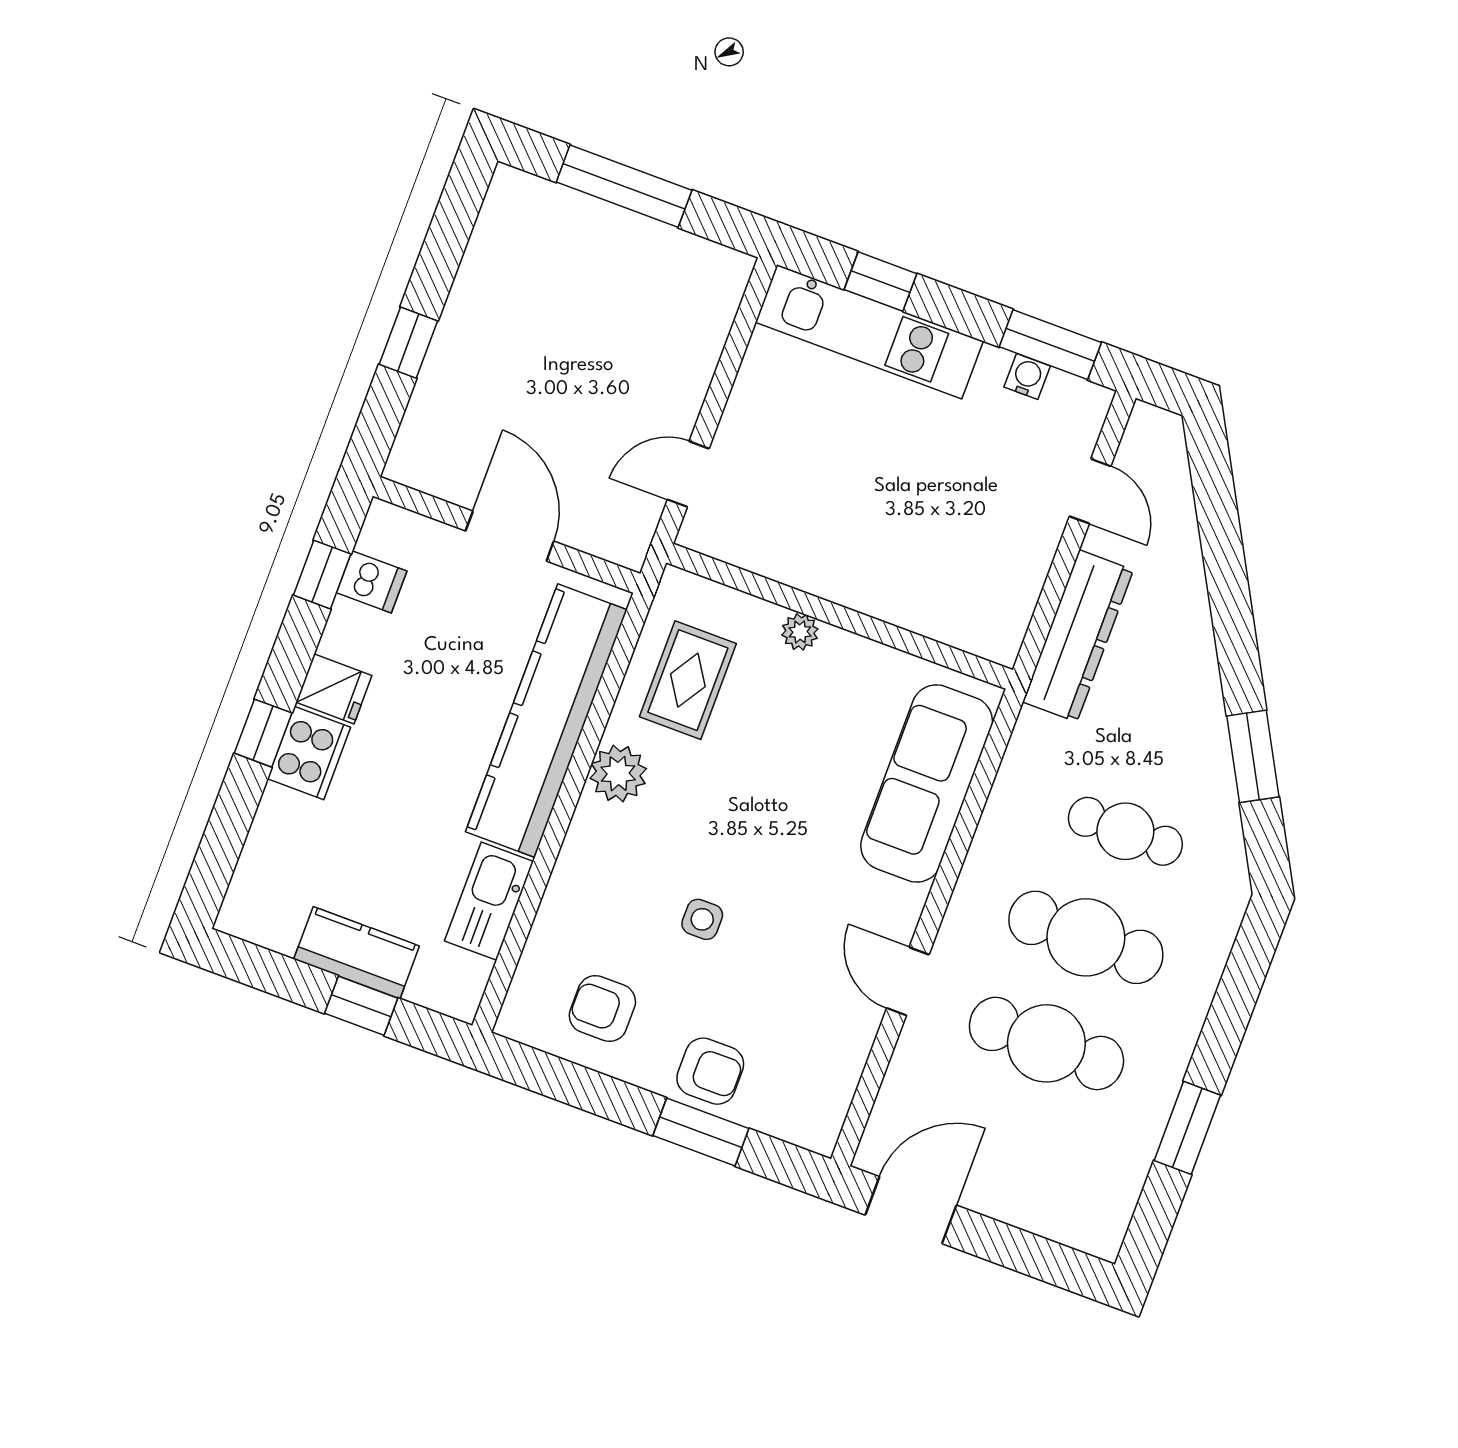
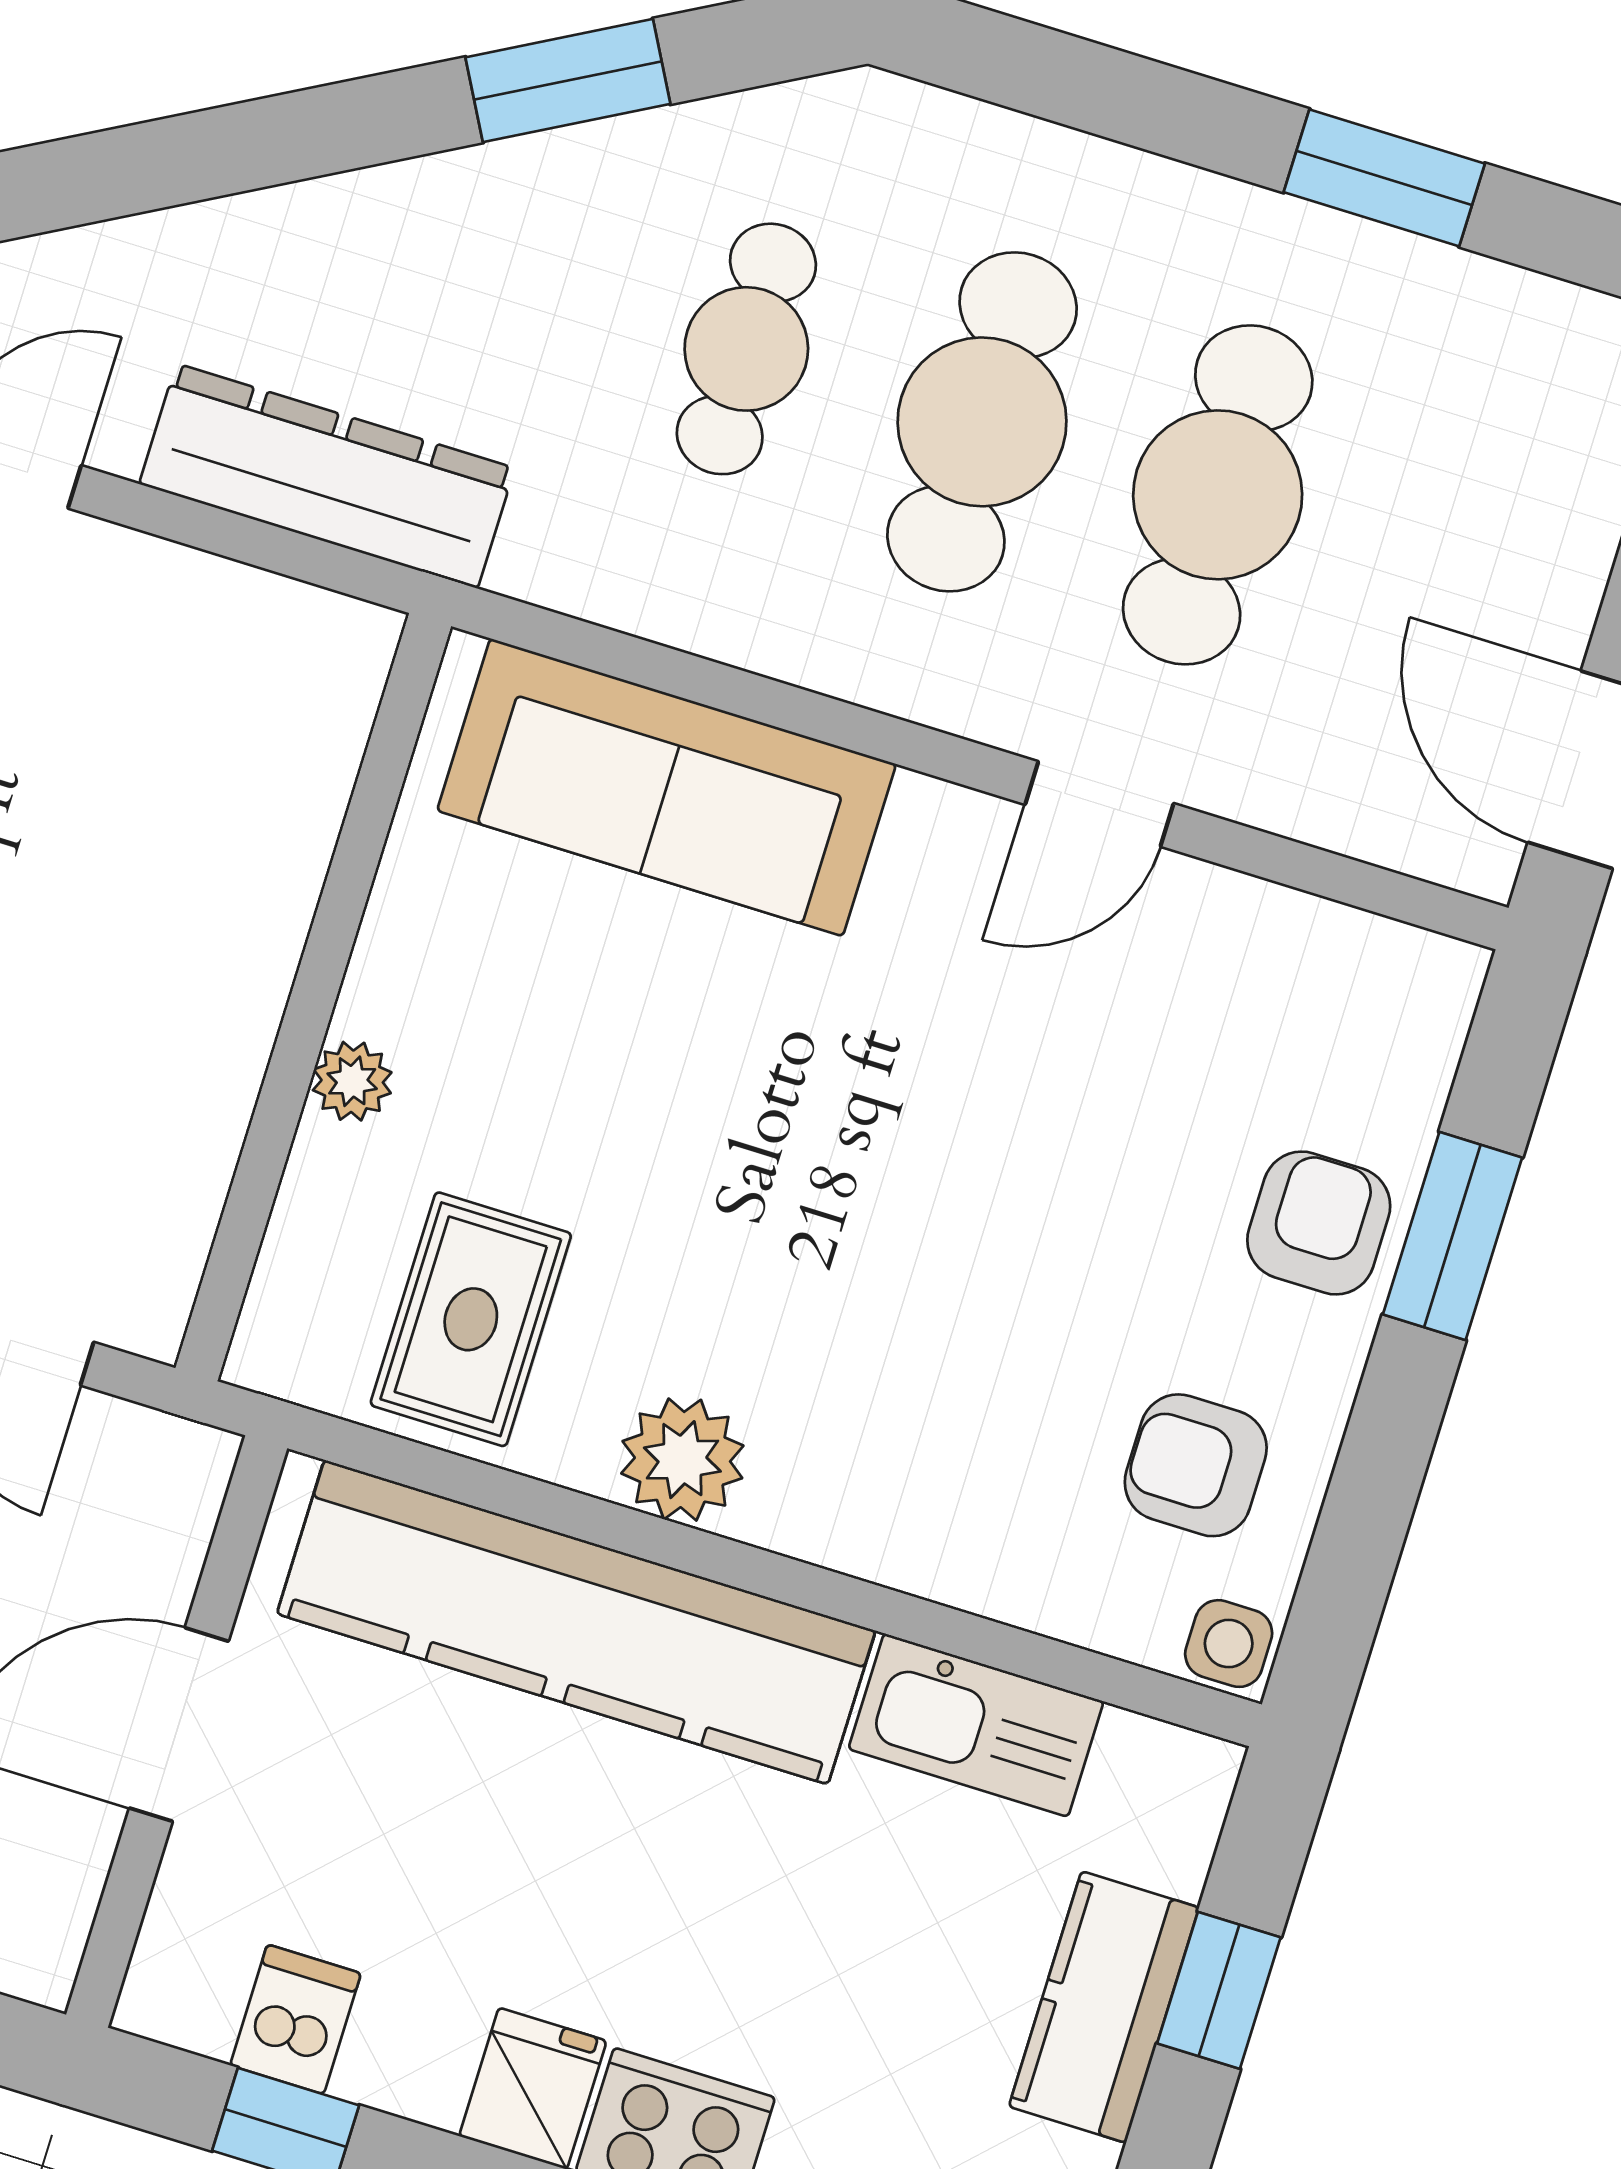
rug: (688, 680) -> (471, 1319), turned 90
side table: (702, 919) -> (1229, 1644), moved
armchair: (602, 1009) -> (1196, 1465), turned 90

